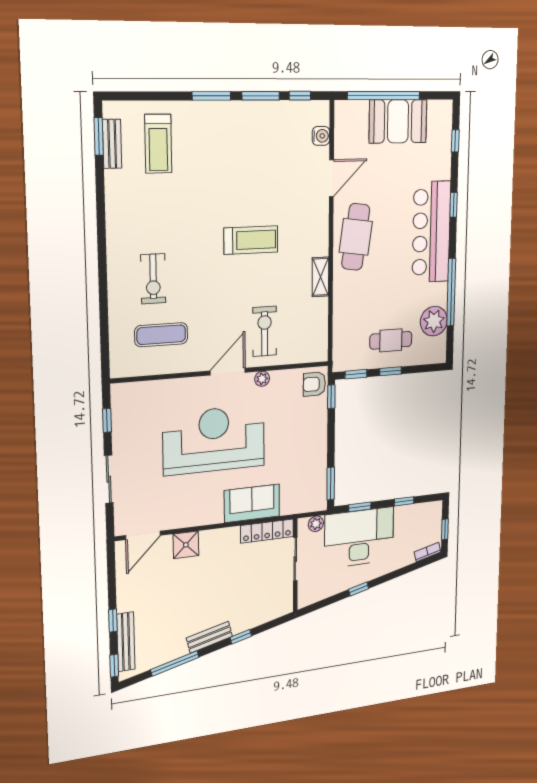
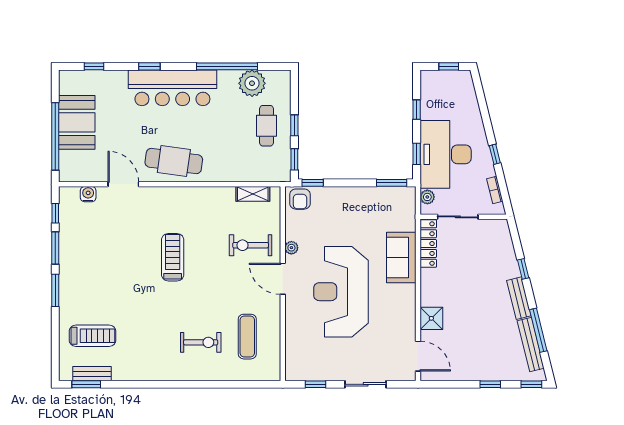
shelving: (320, 277) -> (253, 194), moved
bookcase: (427, 552) -> (495, 190), moved
bench: (126, 642) -> (531, 345), moved, turned 76

